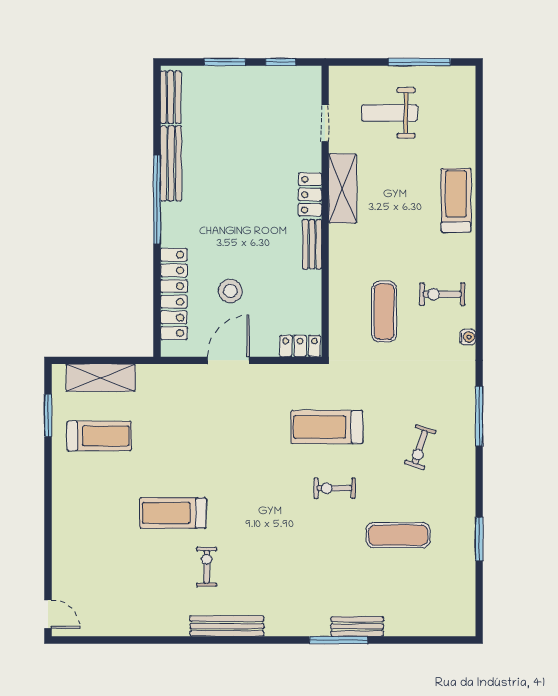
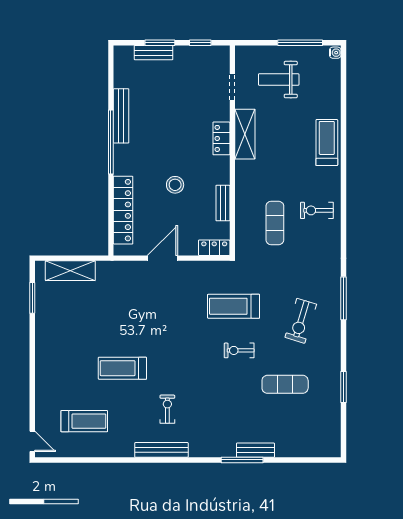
bench: (171, 97) -> (154, 53), moved, turned 90
bench: (312, 244) -> (223, 203), moved
stool: (230, 291) -> (175, 185), moved
water cooler: (468, 337) -> (335, 53), moved
treadmill: (99, 436) -> (84, 421), moved
exercise bike: (420, 447) -> (301, 321), width x1.38, depth x1.39
exercise bike: (207, 567) -> (167, 409), moved

